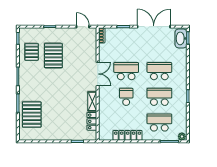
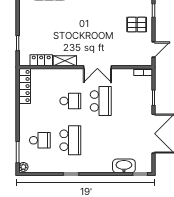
washbasin: (181, 38) -> (124, 166), moved
pallet: (53, 56) -> (137, 25), moved, width x0.67, depth x0.71
school desk: (159, 71) -> (101, 140), removed
school desk: (159, 122) -> (40, 140), width x0.54
locker: (128, 135) -> (25, 86), moved

